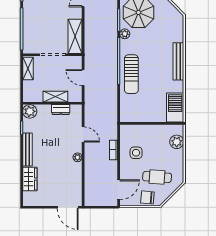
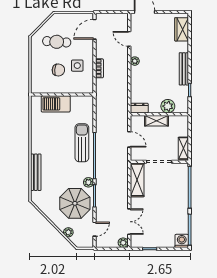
bench: (178, 61) -> (36, 172), moved
barbecue: (175, 108) -> (56, 104), moved, turned 90
dresser: (61, 109) -> (139, 108), moved
plant: (30, 111) -> (168, 106), moved
door: (83, 134) -> (129, 39), moved
plant: (177, 142) -> (37, 76), removed
wardrobe: (30, 179) -> (182, 29), moved
chair: (147, 197) -> (58, 70), moved

